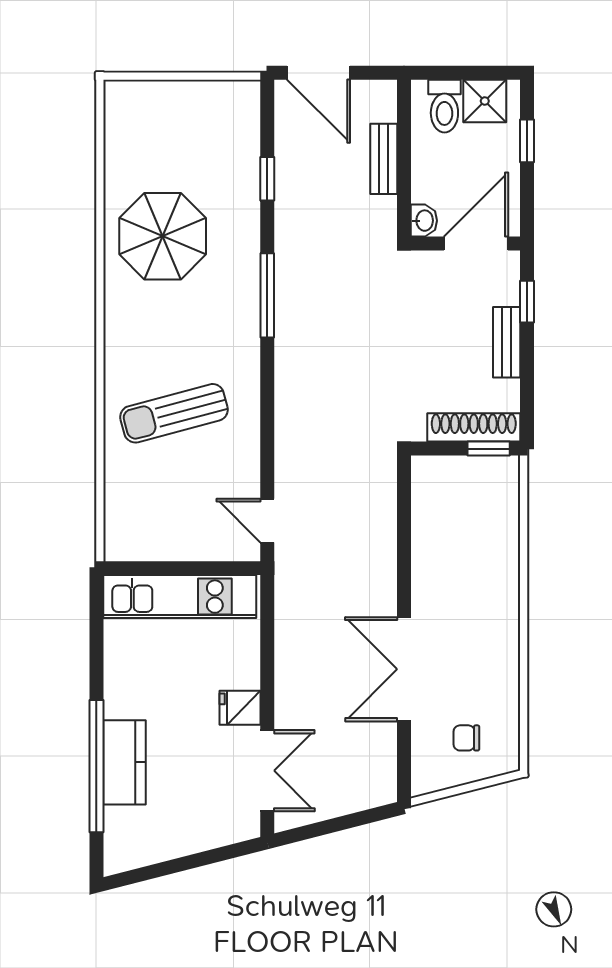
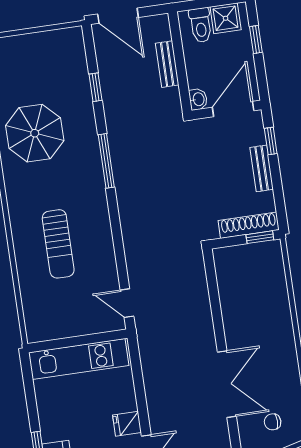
sun lounger: (174, 413) -> (58, 244), turned -75
double door: (404, 669) -> (227, 384), swing flipped

